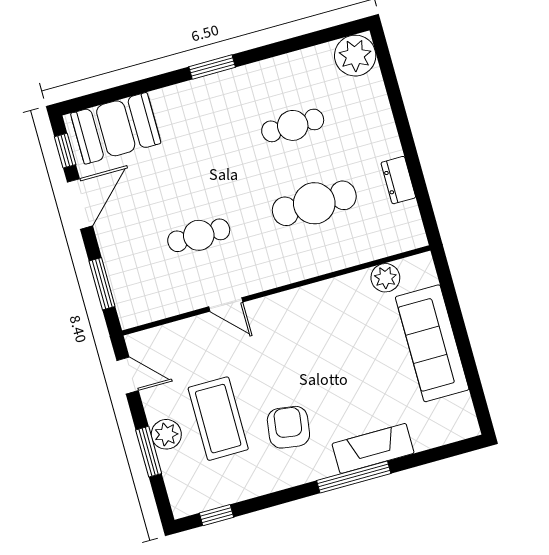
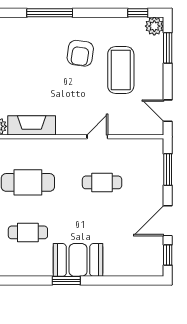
booth: (116, 128) -> (78, 260), moved
door: (226, 304) -> (97, 137), hinge flipped
plant: (166, 434) -> (154, 26), moved
fireplace: (373, 448) -> (32, 125), moved, turned 180
window: (149, 452) -> (168, 48), moved

